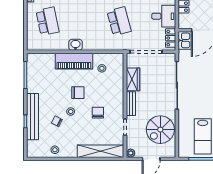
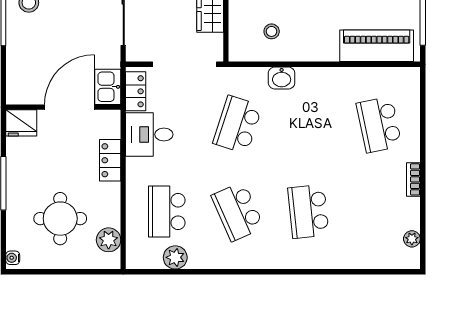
school desk: (119, 21) -> (238, 125), turned 33
washbasin: (76, 45) -> (282, 78), moved
piano: (74, 61) -> (377, 46), moved

